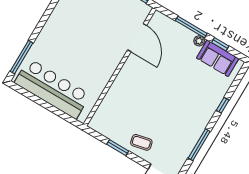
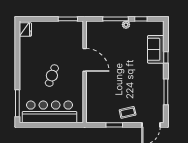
door: (137, 38) -> (85, 60), moved
cafe table: (80, 49) -> (52, 76), added
sofa: (218, 58) -> (156, 49), moved, turned 90

